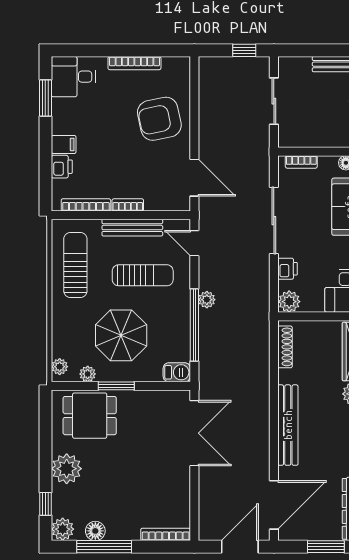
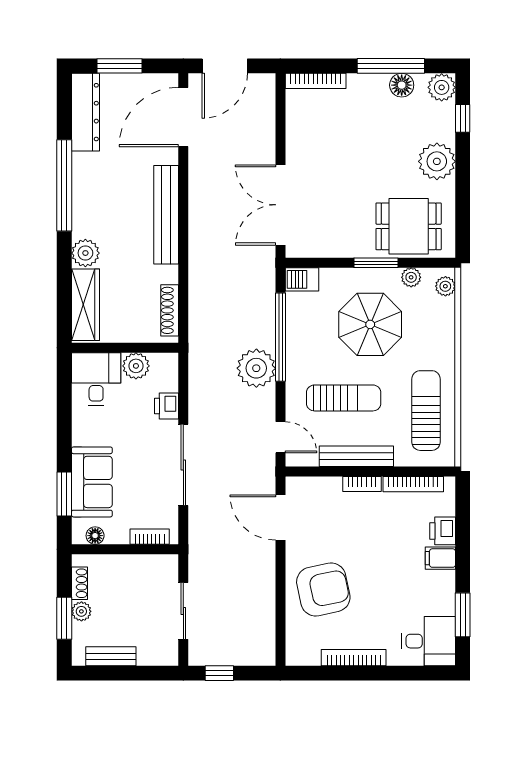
sun lounger: (75, 265) -> (426, 411), turned 180
sun lounger: (143, 275) -> (344, 398), turned 180
plant: (207, 300) -> (256, 368), width x1.88, depth x1.88
plant: (289, 302) -> (136, 366), moved

